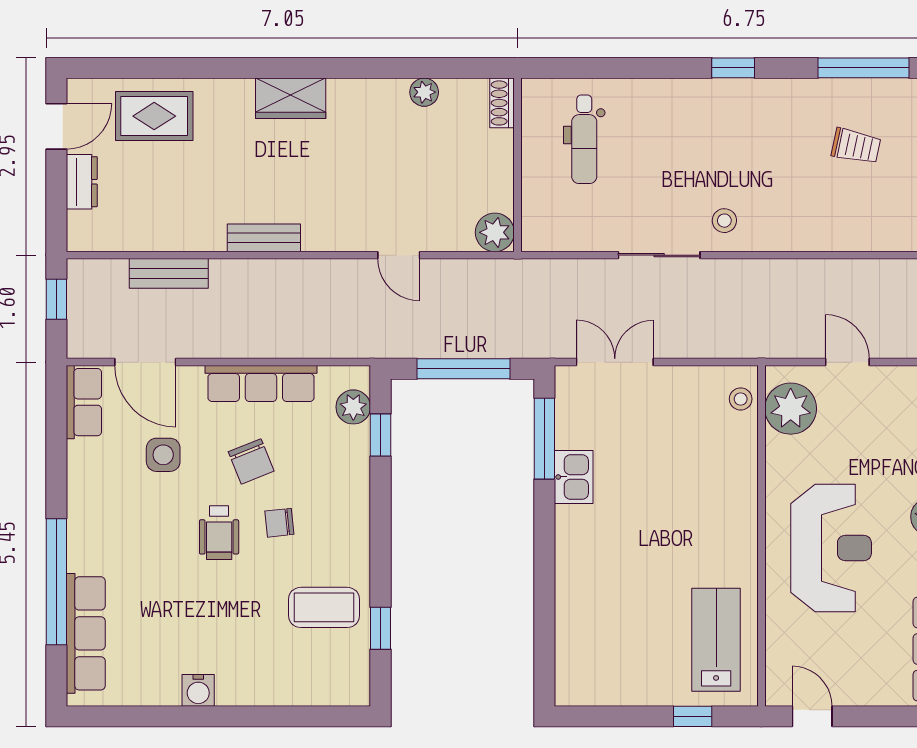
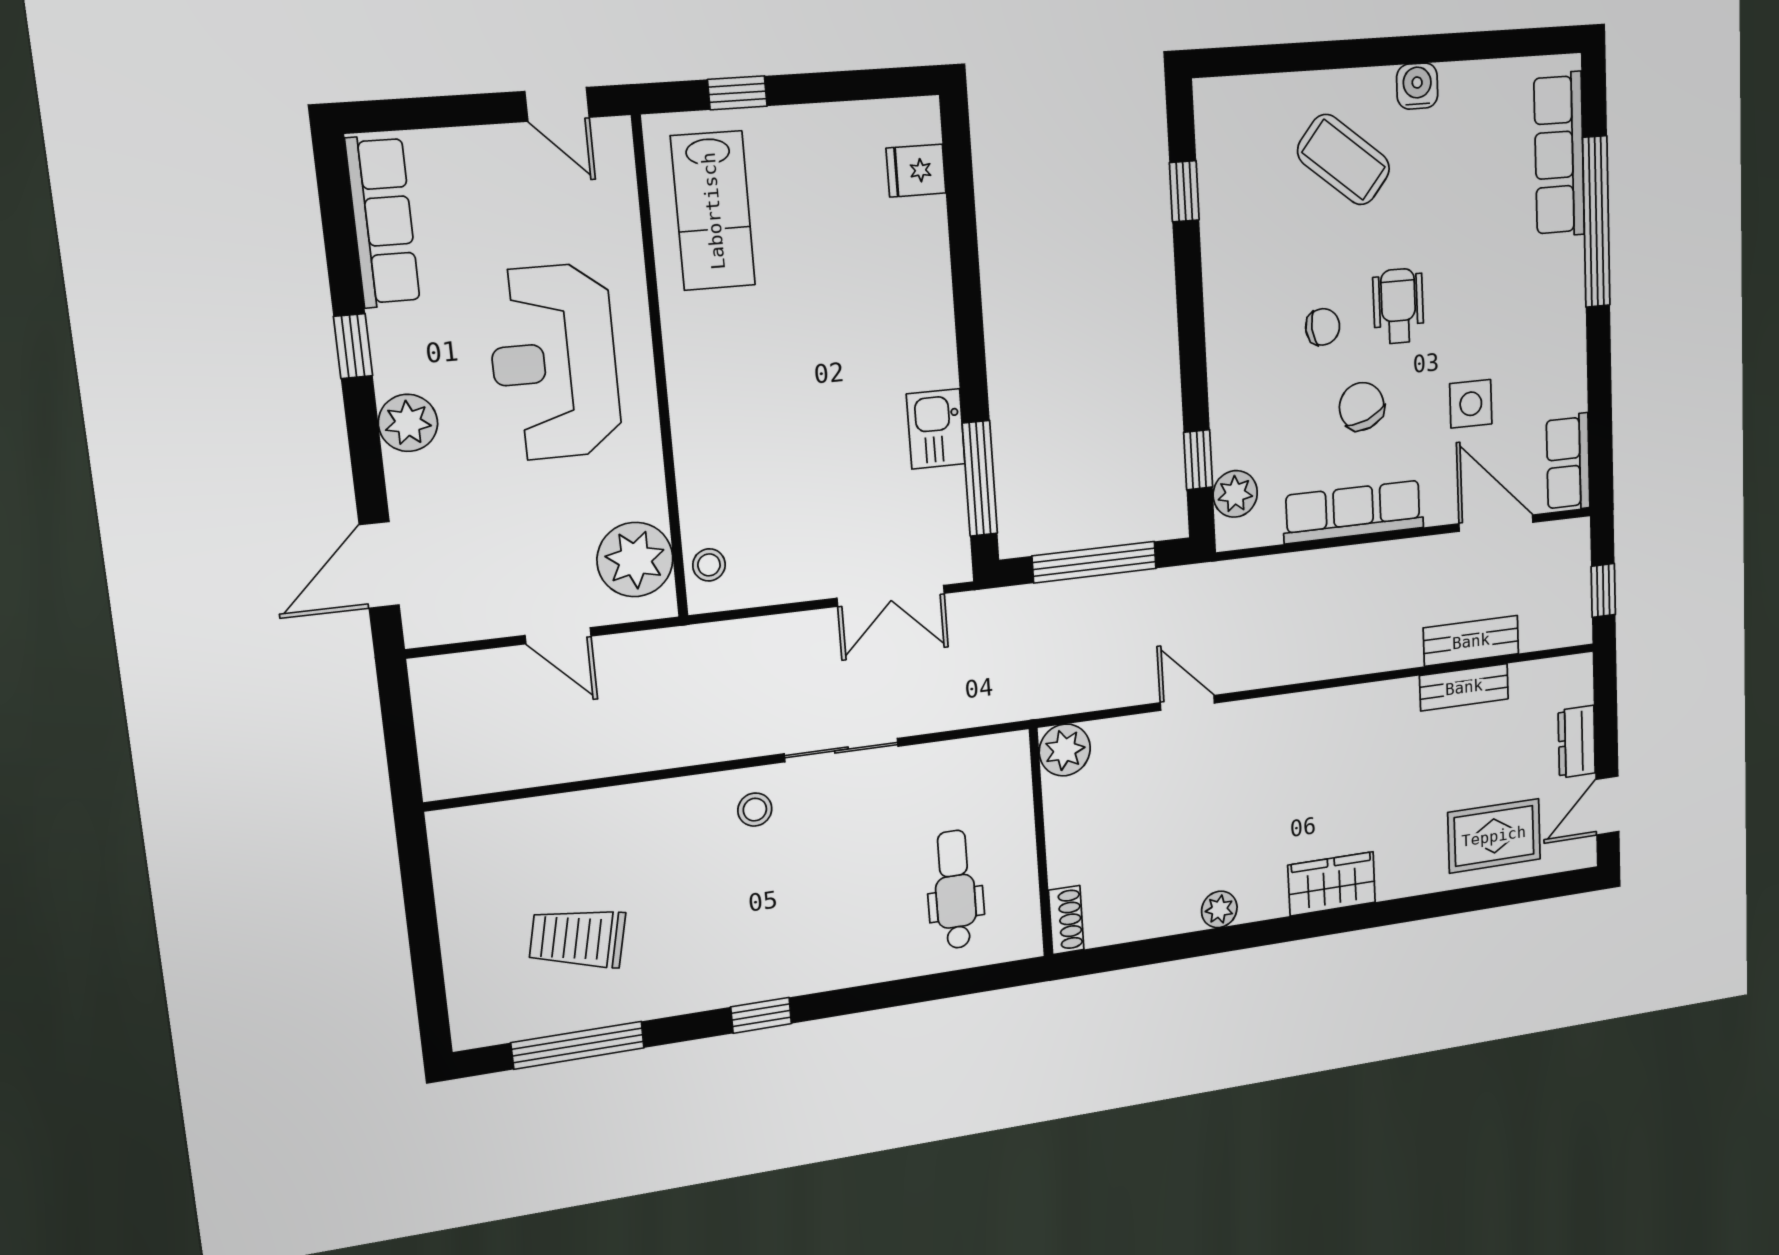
plant: (424, 92) -> (1219, 909), moved
trolley: (856, 146) -> (577, 938), width x1.36, depth x1.39
bench: (264, 238) -> (1464, 687), moved
coffee table: (324, 607) -> (1344, 160), moved, turned 39
fridge: (574, 656) -> (916, 171), added

